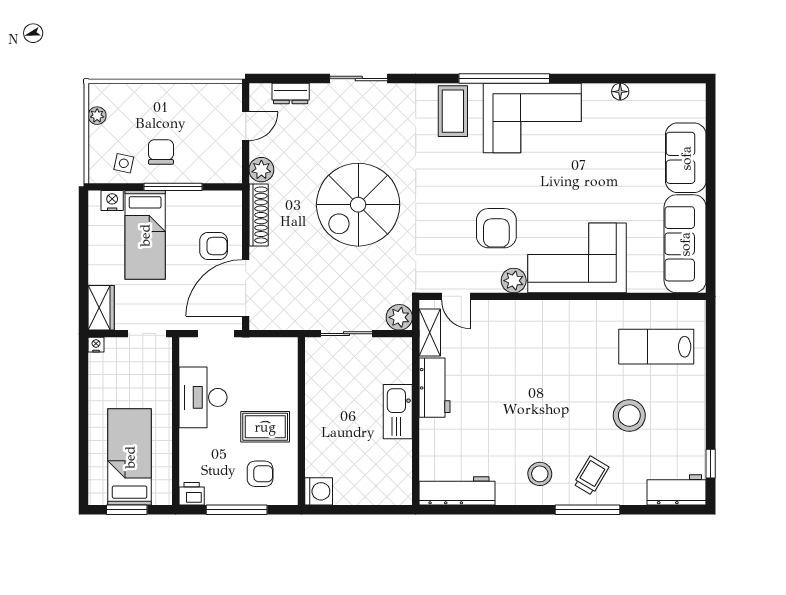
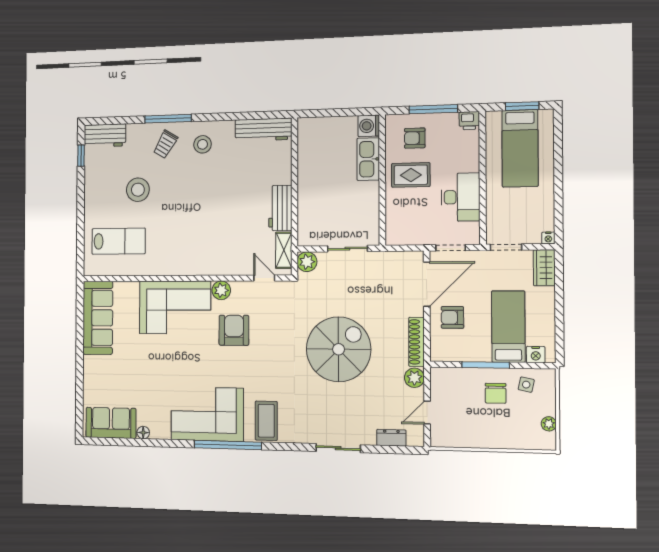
sofa: (686, 158) -> (111, 423), moved, turned -90
kitchen sink: (398, 412) -> (368, 159), moved, turned 180

